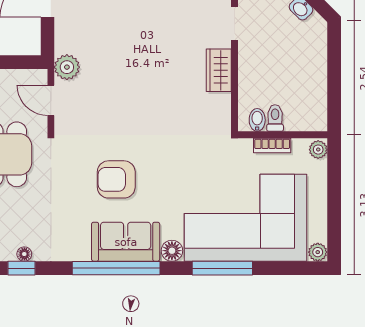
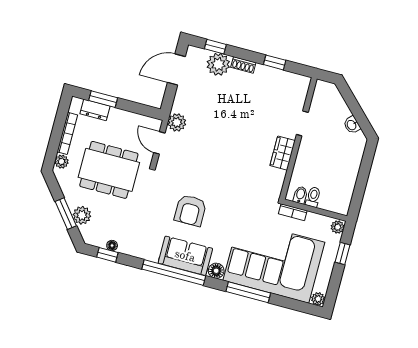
bookcase: (272, 146) -> (293, 212), moved
armchair: (116, 179) -> (190, 210), turned -90
window: (334, 183) -> (342, 253), added

